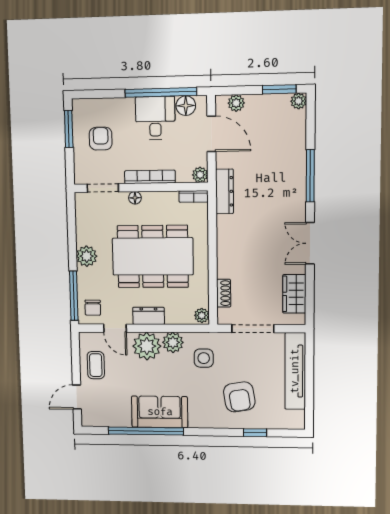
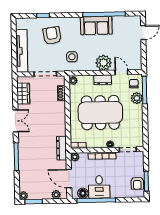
armchair: (101, 139) -> (137, 183), moved
plant: (87, 256) -> (137, 98), moved
plant: (173, 342) -> (89, 65), removed
coffee table: (96, 365) -> (132, 51), removed

